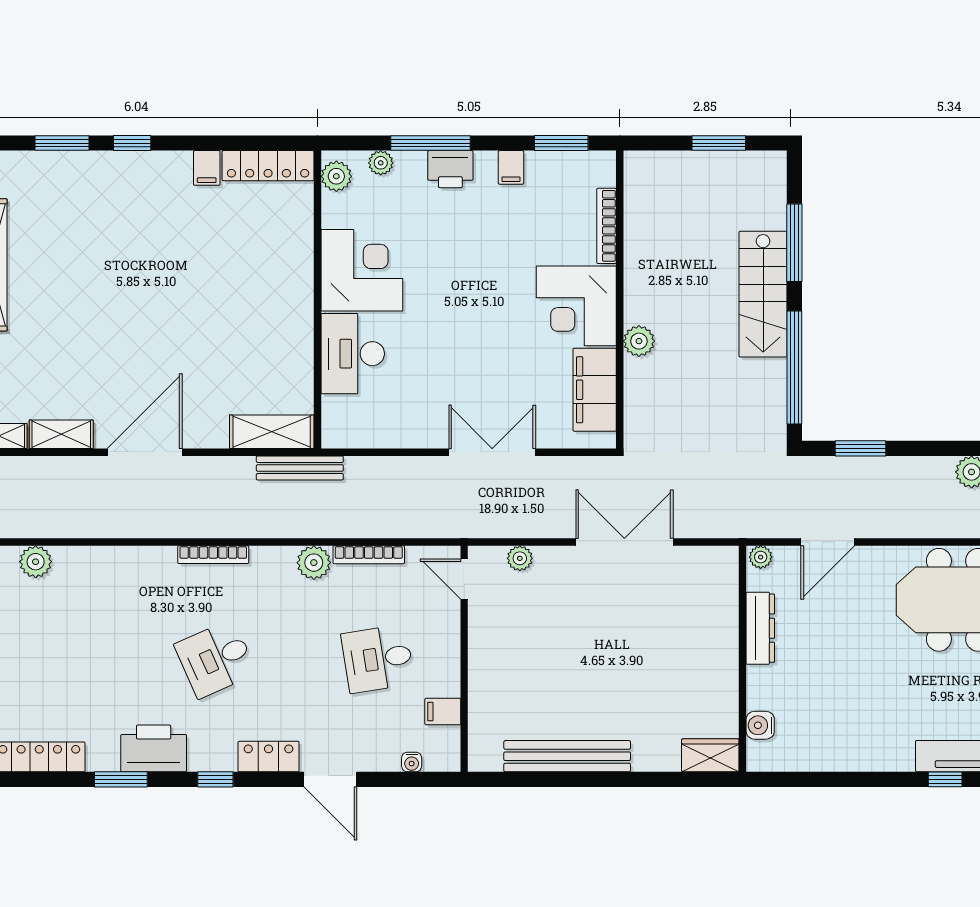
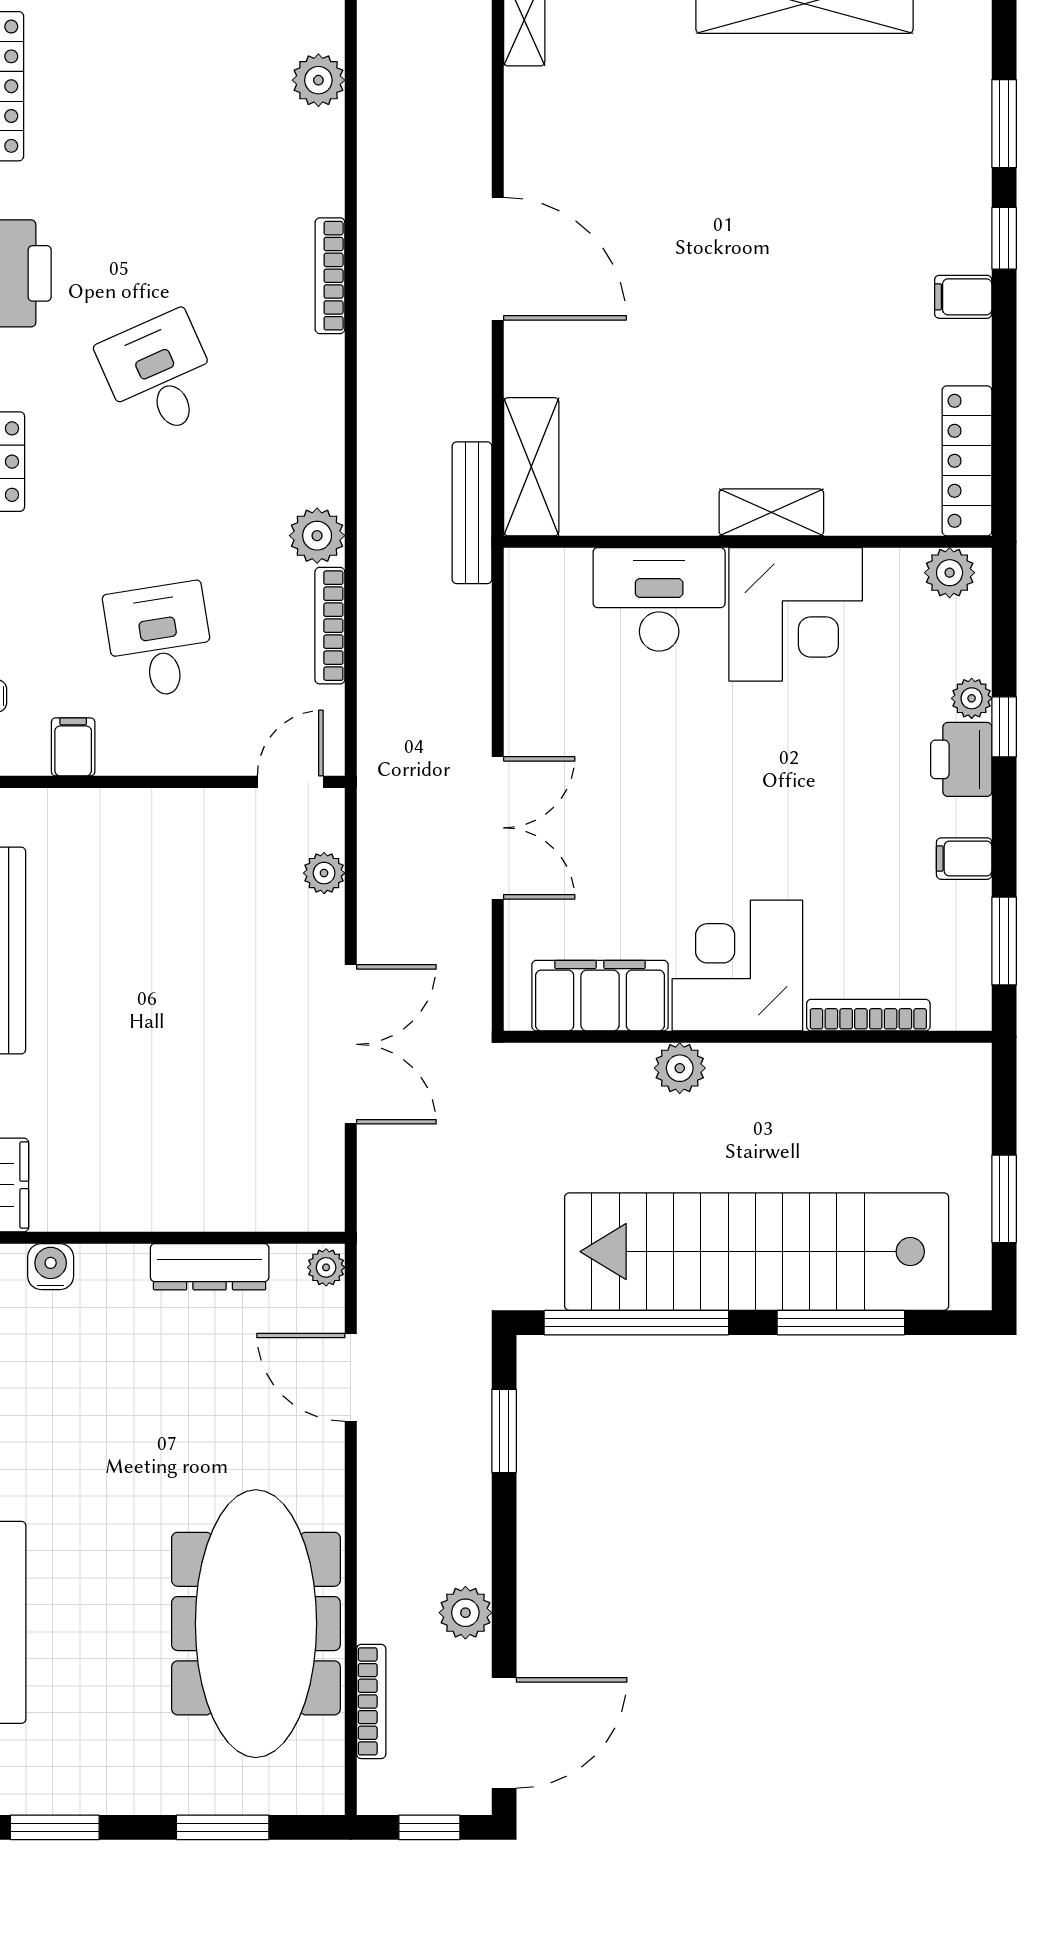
window: (431, 143) -> (1004, 727), width x0.46
plant: (381, 163) -> (972, 698), moved
filing cabinet: (207, 168) -> (963, 297), moved
stairs: (763, 294) -> (757, 1252), width x1.86, depth x1.51
shelving: (61, 434) -> (771, 512), moved, turned 90
bookcase: (213, 555) -> (330, 276), moved

